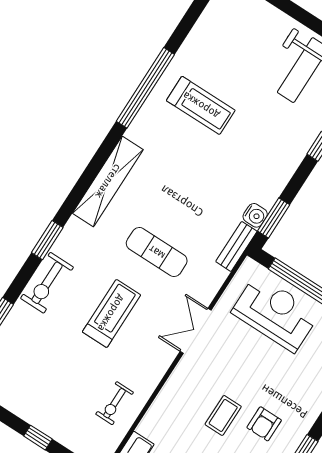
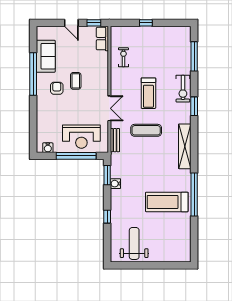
treadmill: (201, 105) -> (167, 202), width x1.37, depth x1.38
water cooler: (255, 215) -> (115, 184), moved
bench: (236, 246) -> (115, 140), moved
exercise bike: (47, 283) -> (183, 89), turned 180

